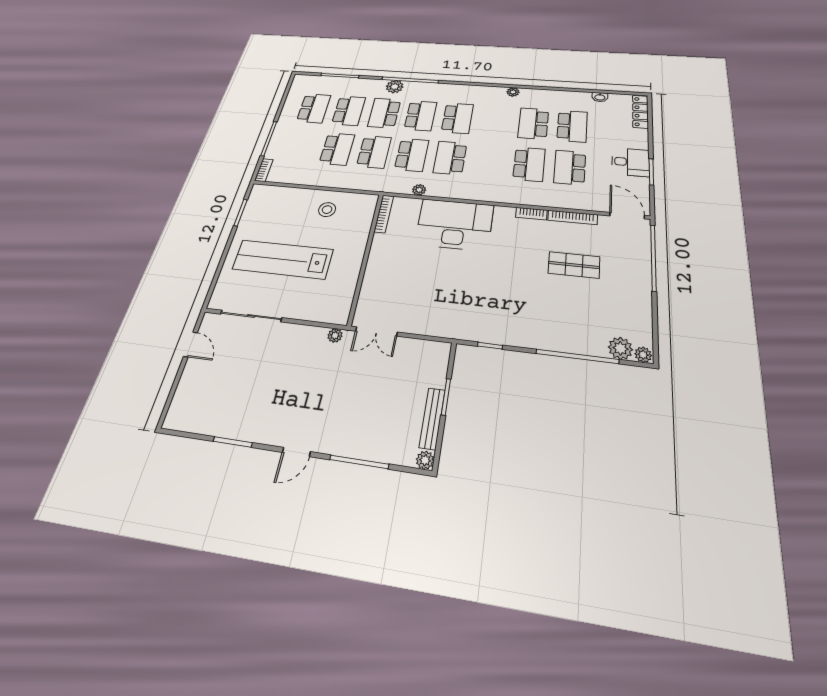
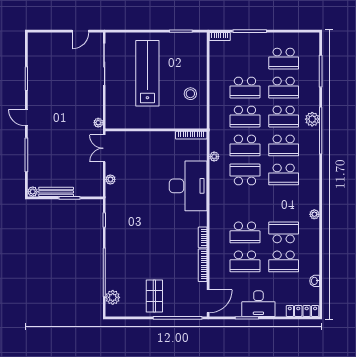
school desk: (384, 113) -> (284, 117), turned 180
desk: (631, 162) -> (258, 304), width x1.37
school desk: (570, 167) -> (245, 261), turned 180
shop shelf: (574, 265) -> (154, 296), moved
plant: (643, 355) -> (110, 179), moved

